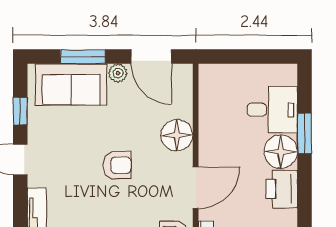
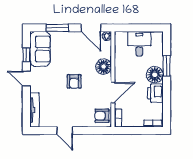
plant: (118, 73) -> (107, 36), moved
sofa: (71, 84) -> (40, 49), moved, turned -90
desk: (272, 110) -> (139, 44), moved, turned -90
armchair: (117, 165) -> (74, 81), turned 90

